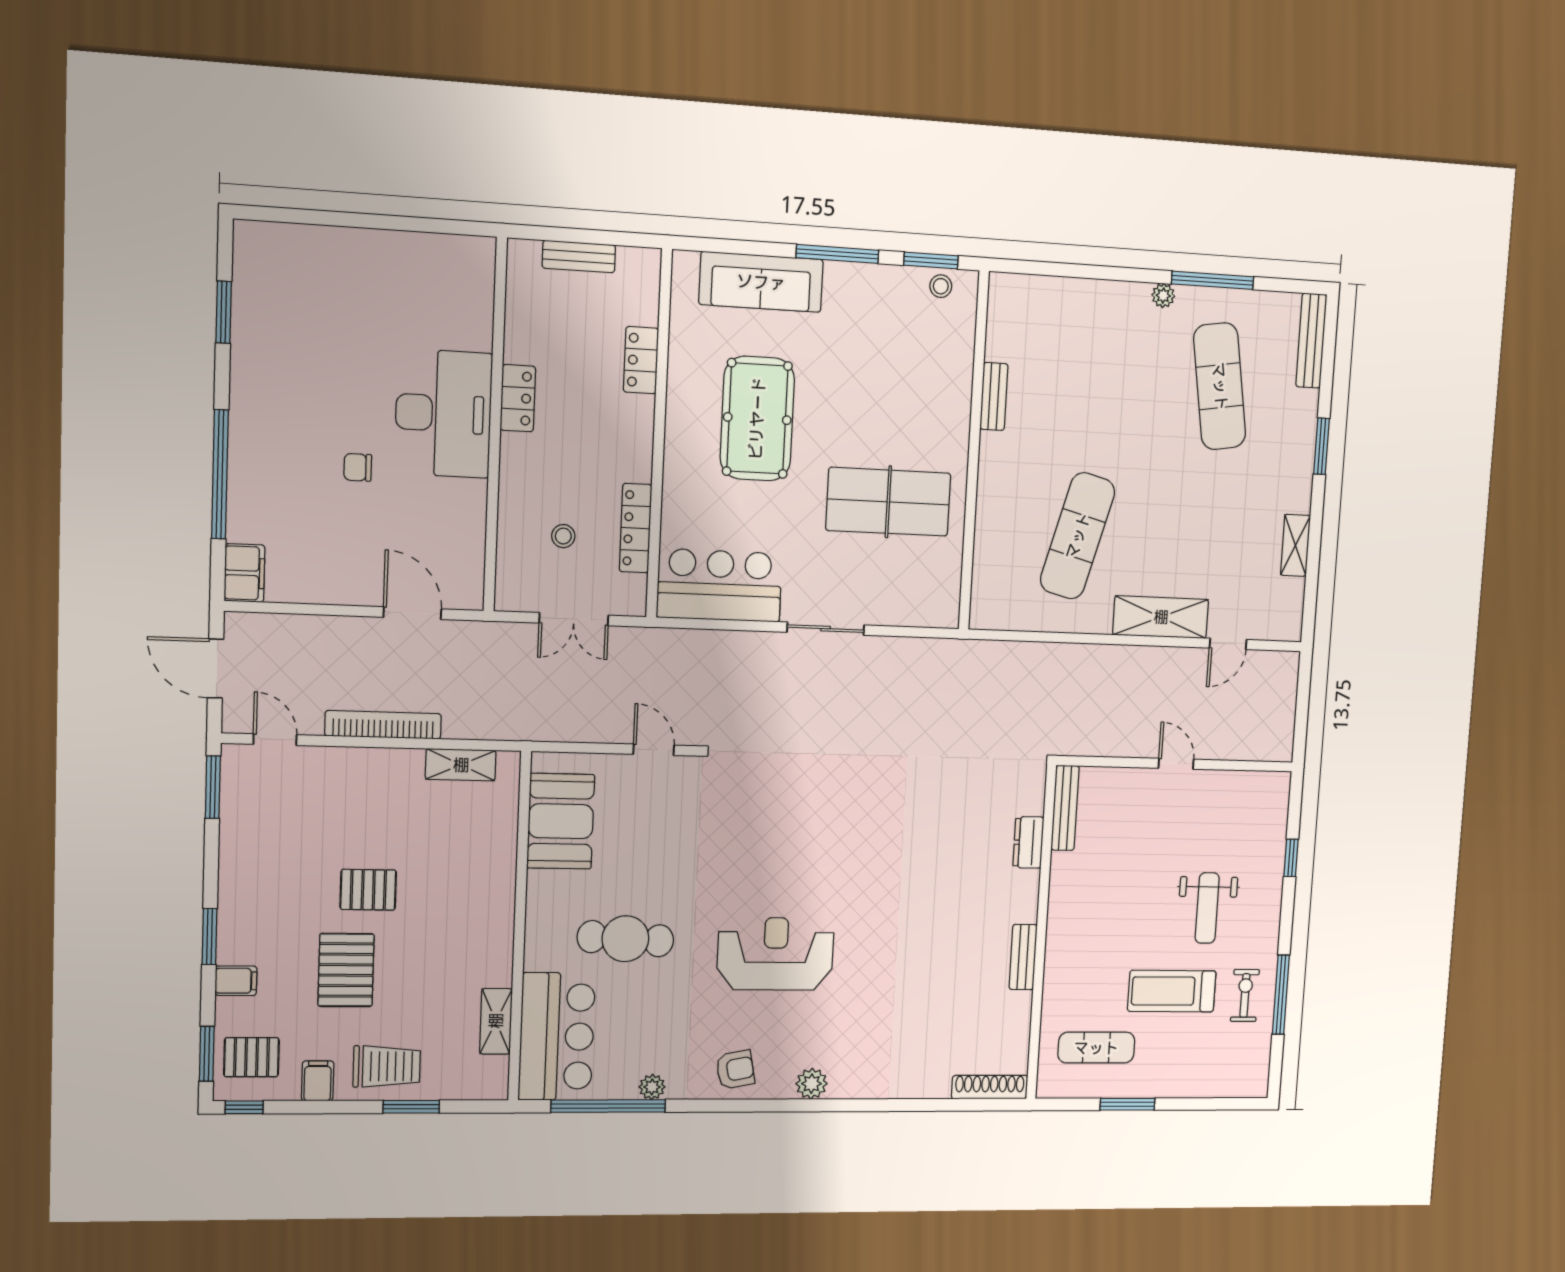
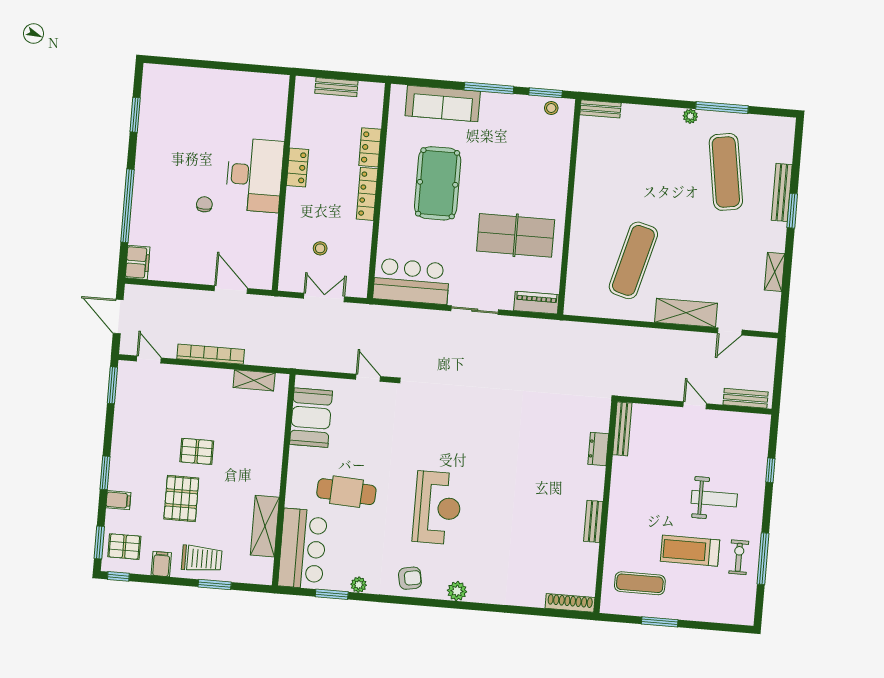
bench: (1311, 341) -> (782, 192), moved
bench: (994, 396) -> (600, 109), moved, turned 90
chair: (358, 467) -> (204, 204), turned 90
locker: (636, 528) -> (367, 194), moved
piano: (925, 612) -> (536, 303), added
double door: (574, 619) -> (324, 297), swing flipped
bench: (1253, 748) -> (746, 398), added
weight bench: (1207, 908) -> (714, 499), turned -90
reception desk: (775, 954) -> (437, 508), turned 90
shelving: (496, 1021) -> (265, 526), width x1.50, depth x1.33
window: (608, 1106) -> (332, 594), width x0.47

